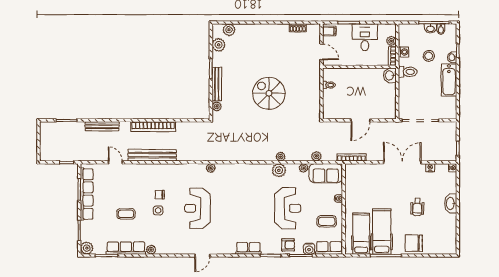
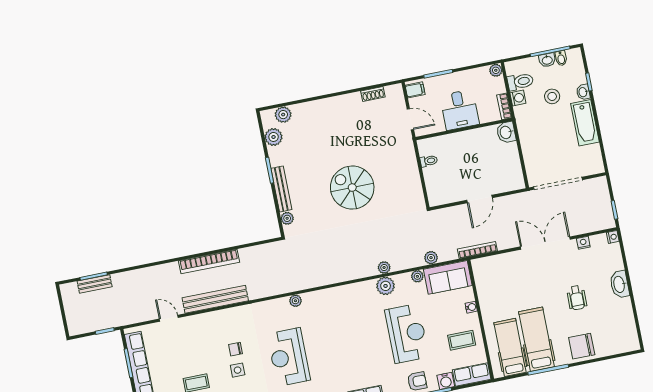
desk: (365, 37) -> (460, 110), moved, turned 180
plant: (391, 41) -> (496, 70), moved
toilet: (408, 72) -> (520, 82), moved
bench: (102, 126) -> (95, 284), moved, width x0.73

